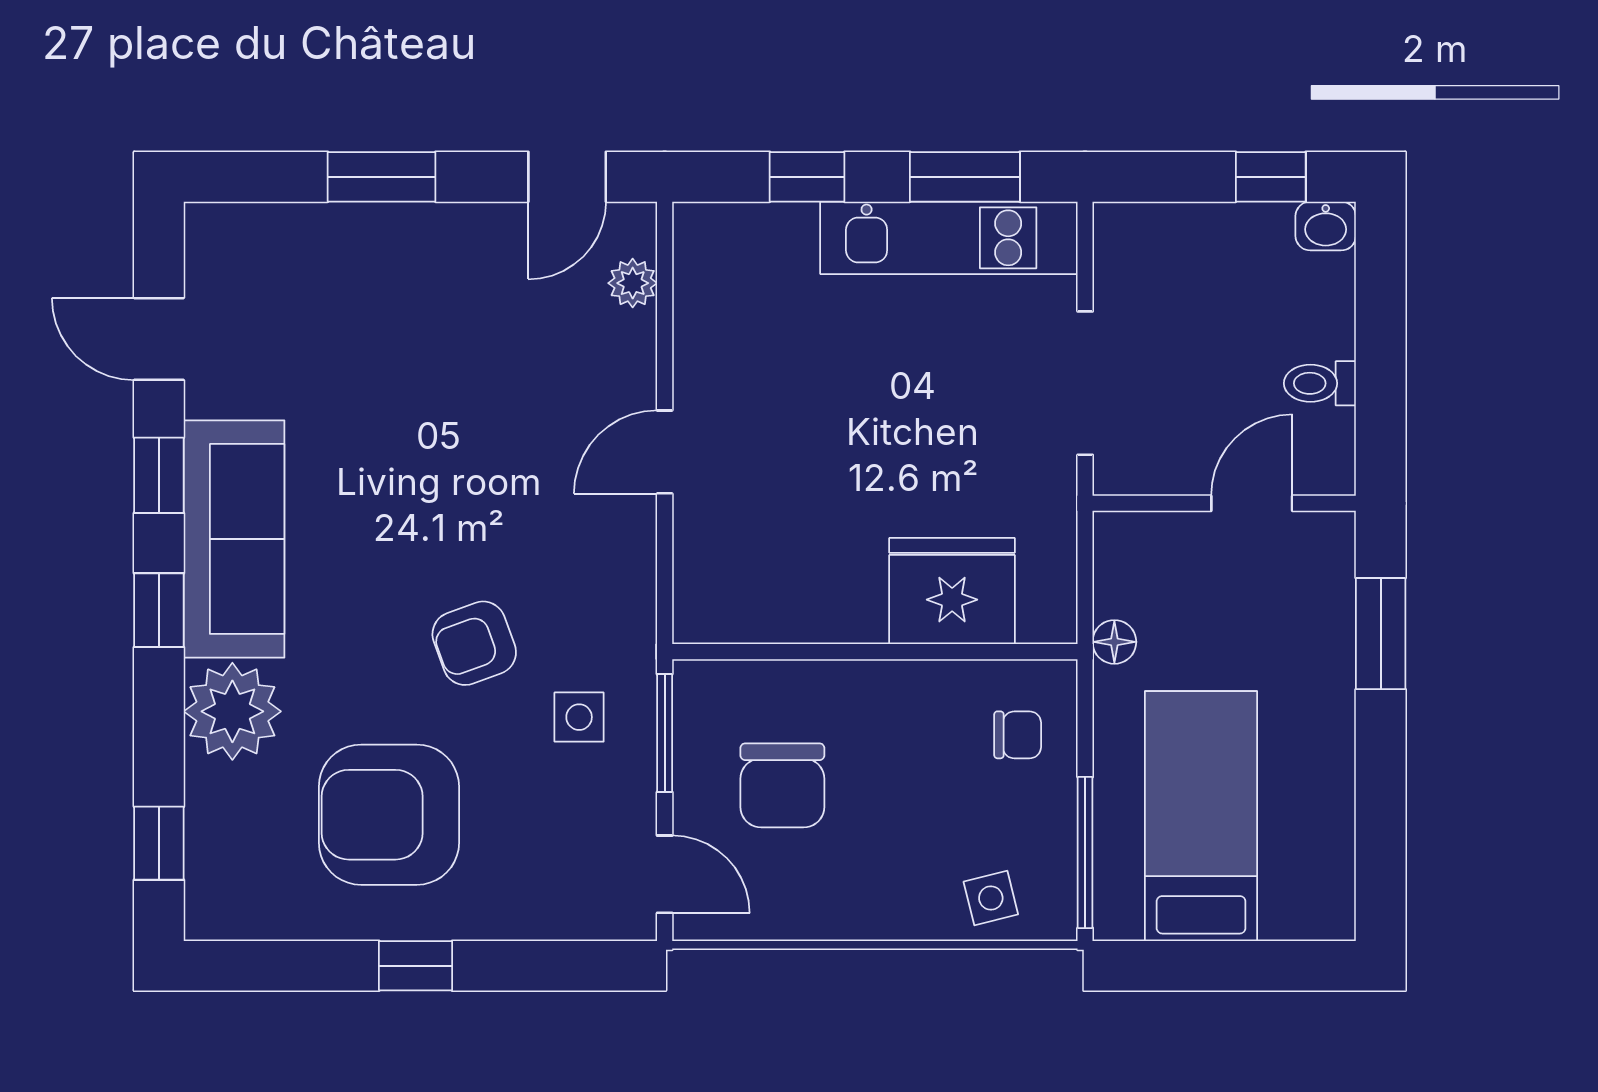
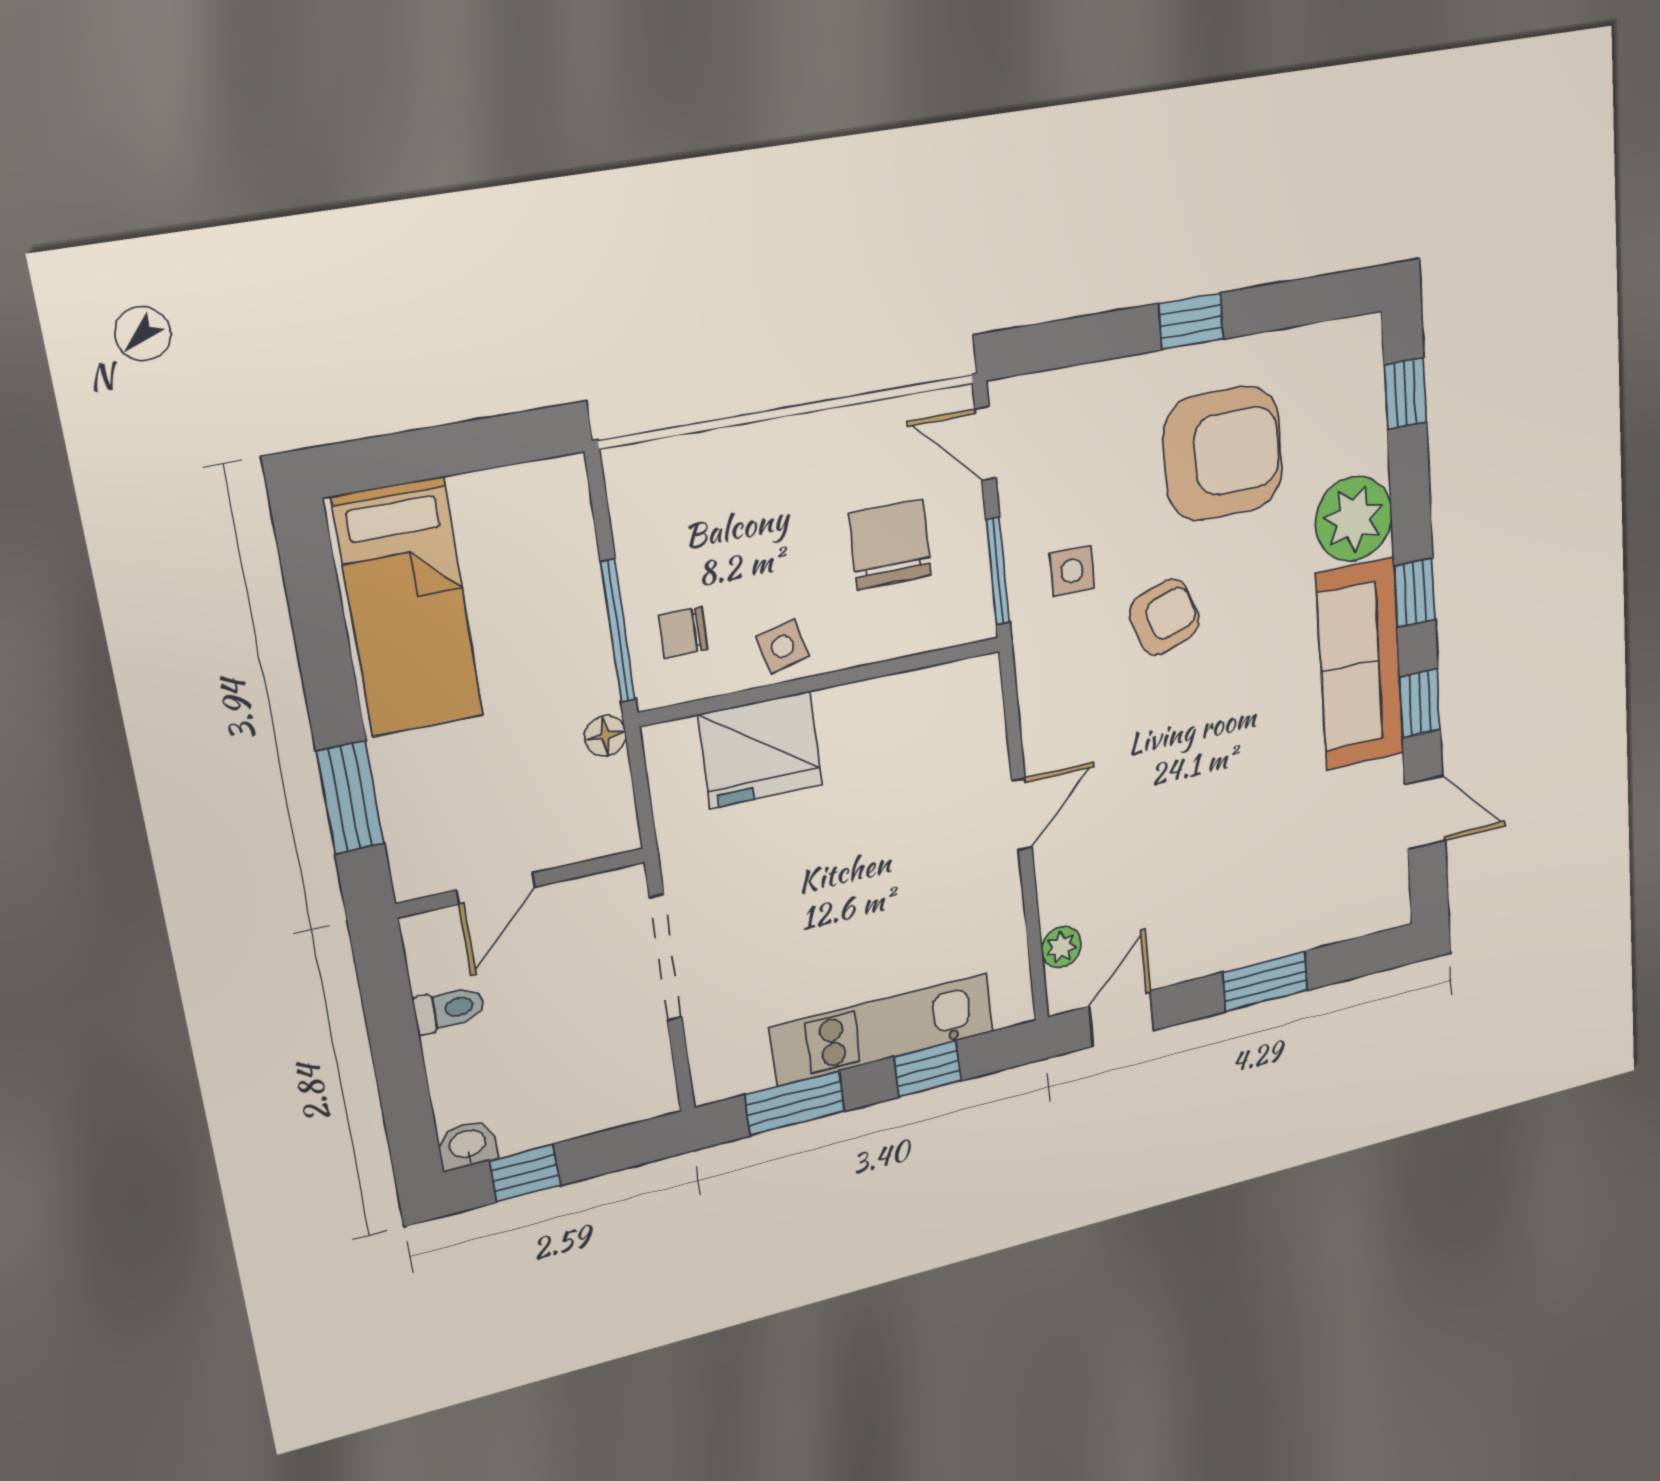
kitchen unit: (949, 238) -> (883, 1030), moved
bed: (1201, 816) -> (408, 608), moved
window: (1085, 852) -> (618, 631), moved
side table: (991, 898) -> (783, 646), moved

